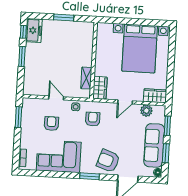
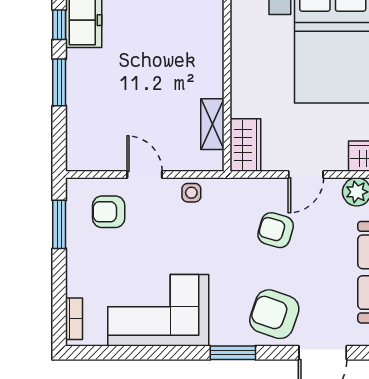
armchair: (93, 119) -> (276, 230), moved, turned -74
armchair: (51, 124) -> (109, 212), moved, turned -90

